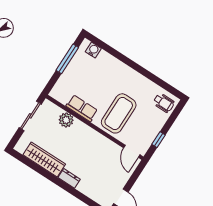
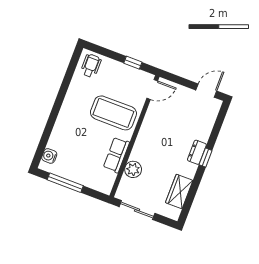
wardrobe: (44, 159) -> (179, 191), width x0.67
window: (63, 185) -> (206, 158), added

